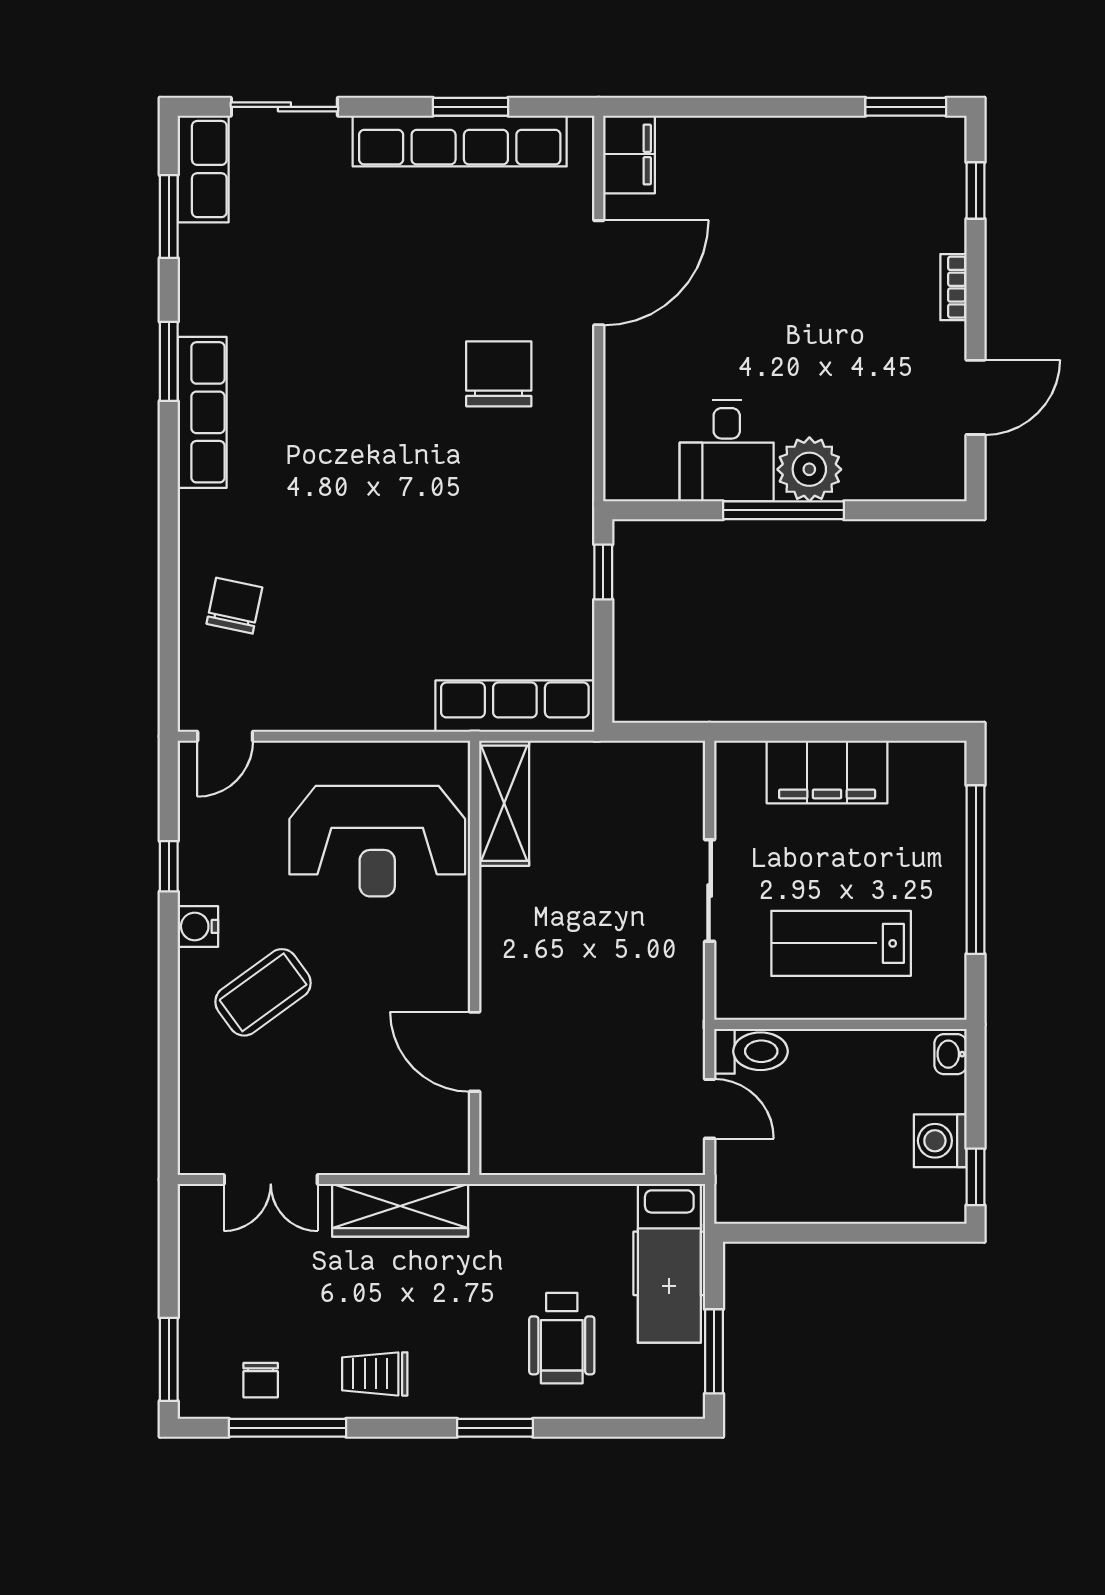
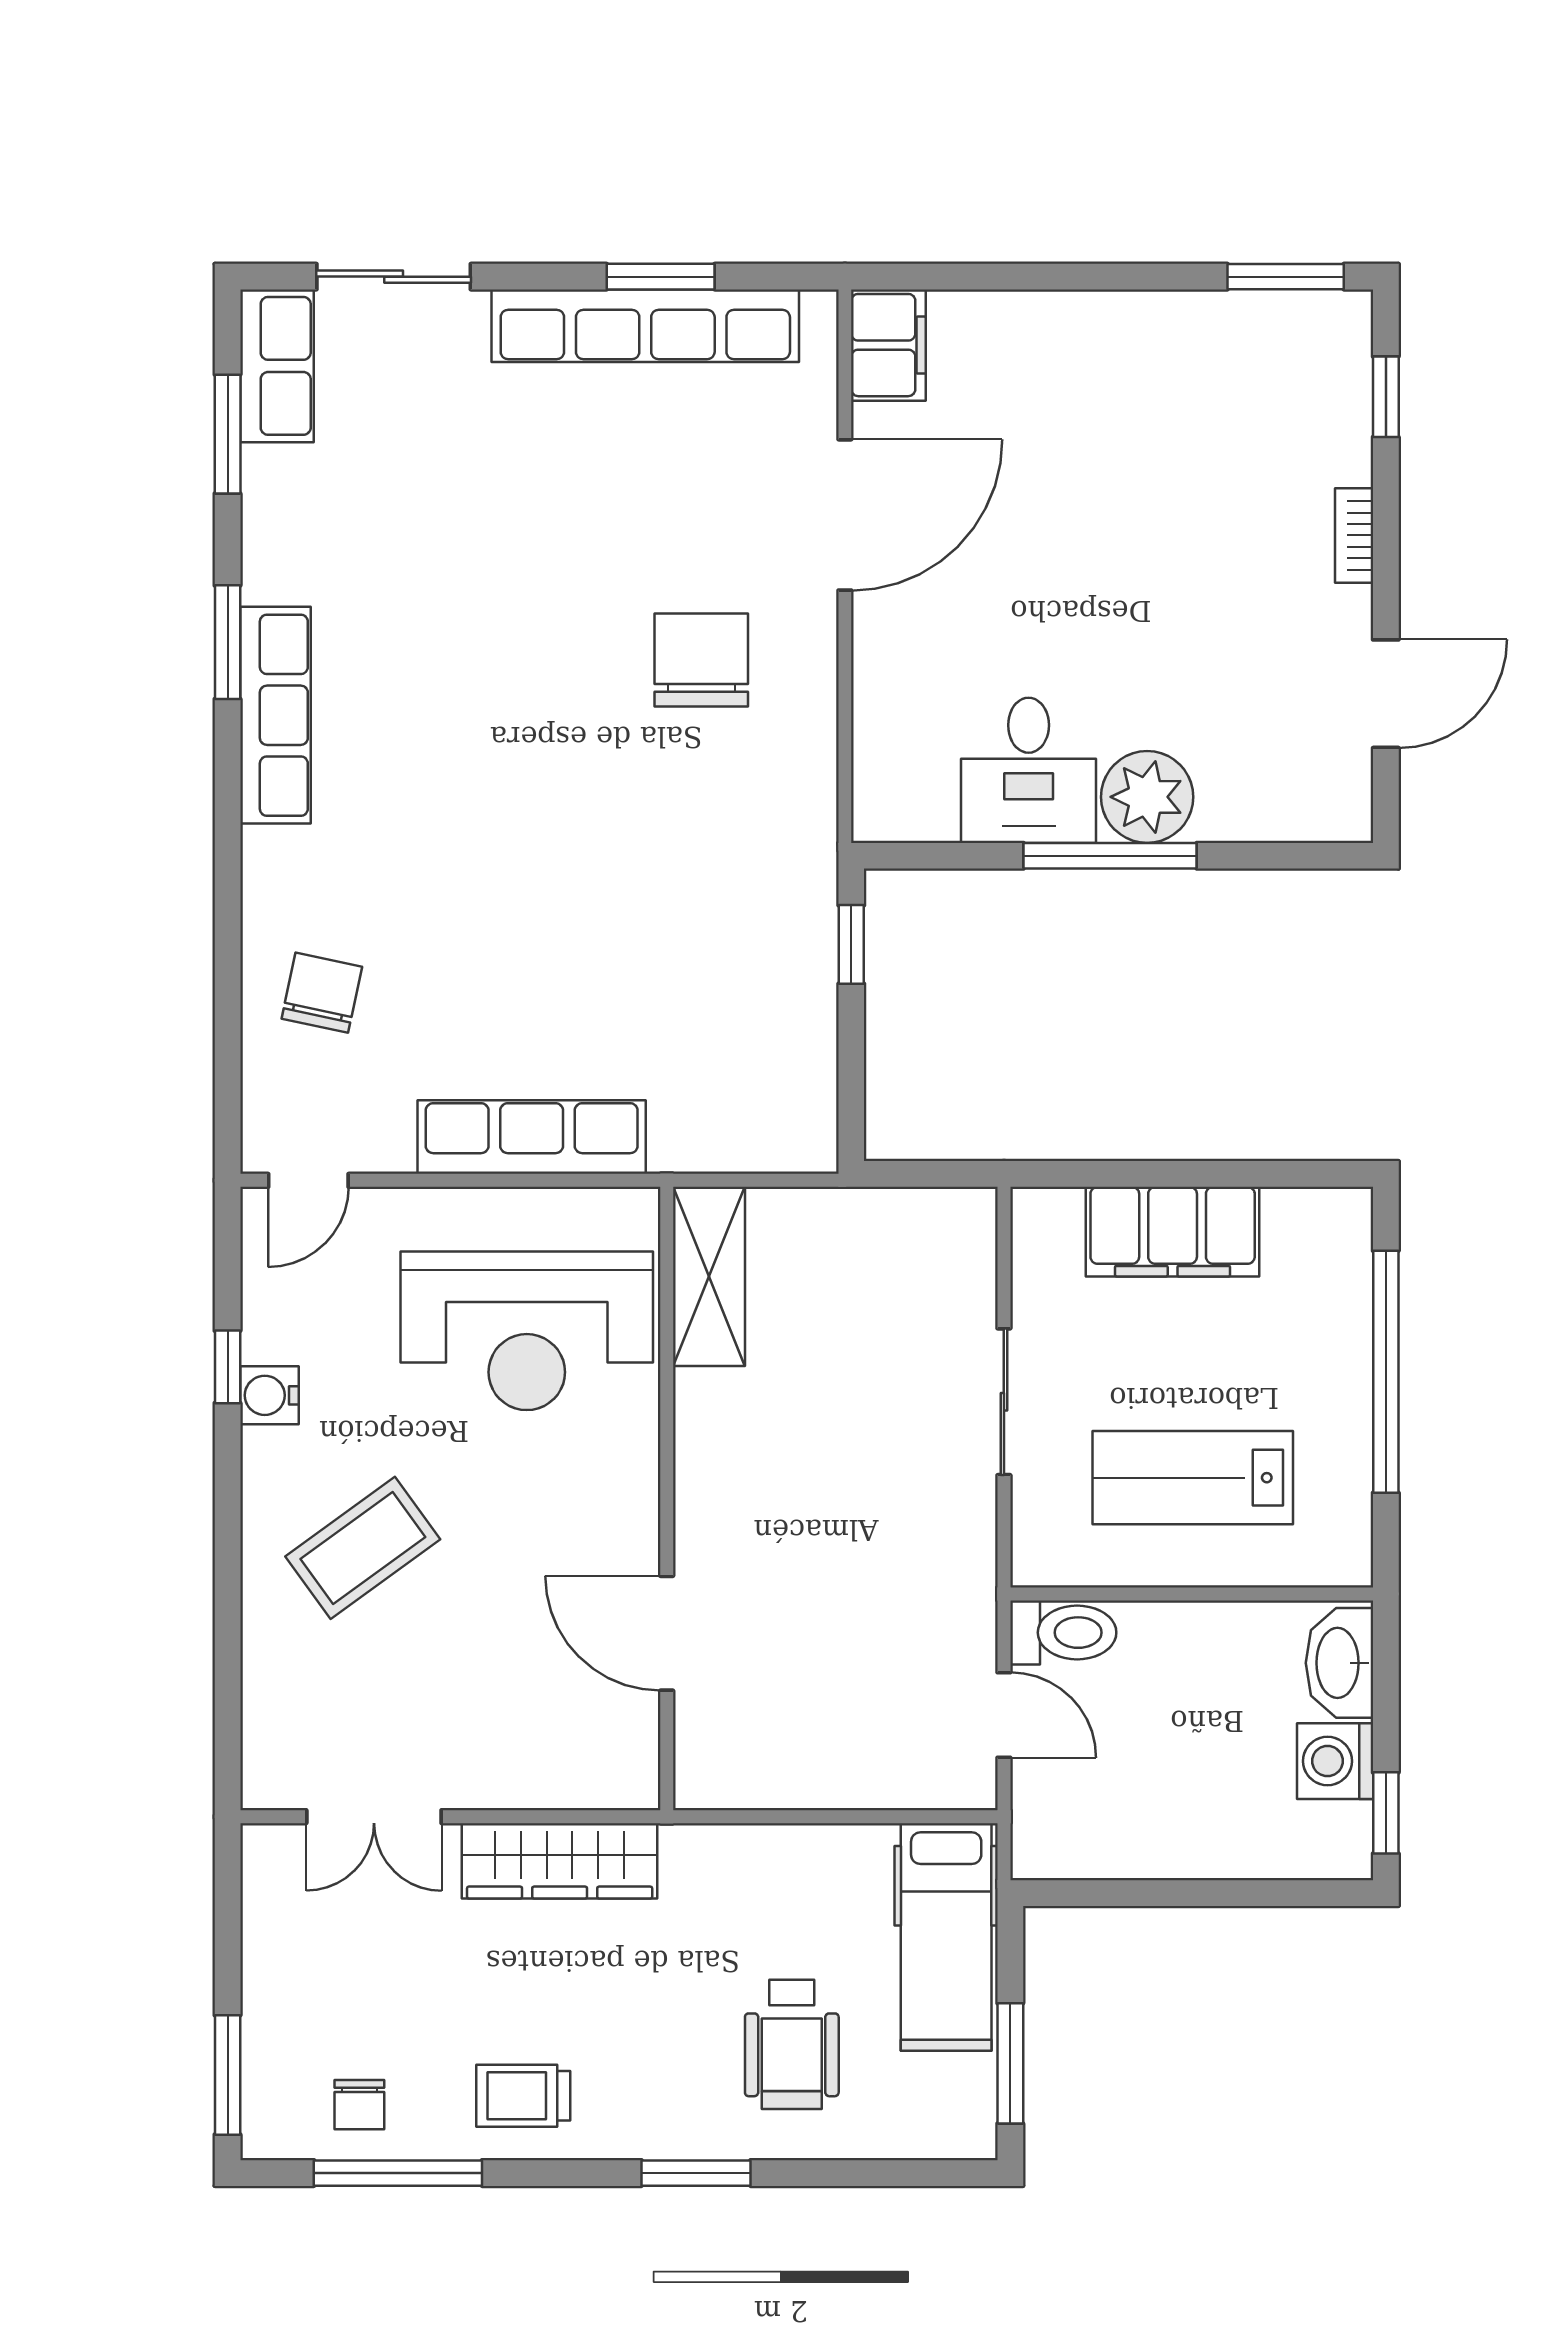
row of seats: (515, 706) -> (532, 1137), moved
water cooler: (198, 926) -> (269, 1395), moved
washbasin: (951, 1054) -> (1339, 1663), width x1.91, depth x1.45

